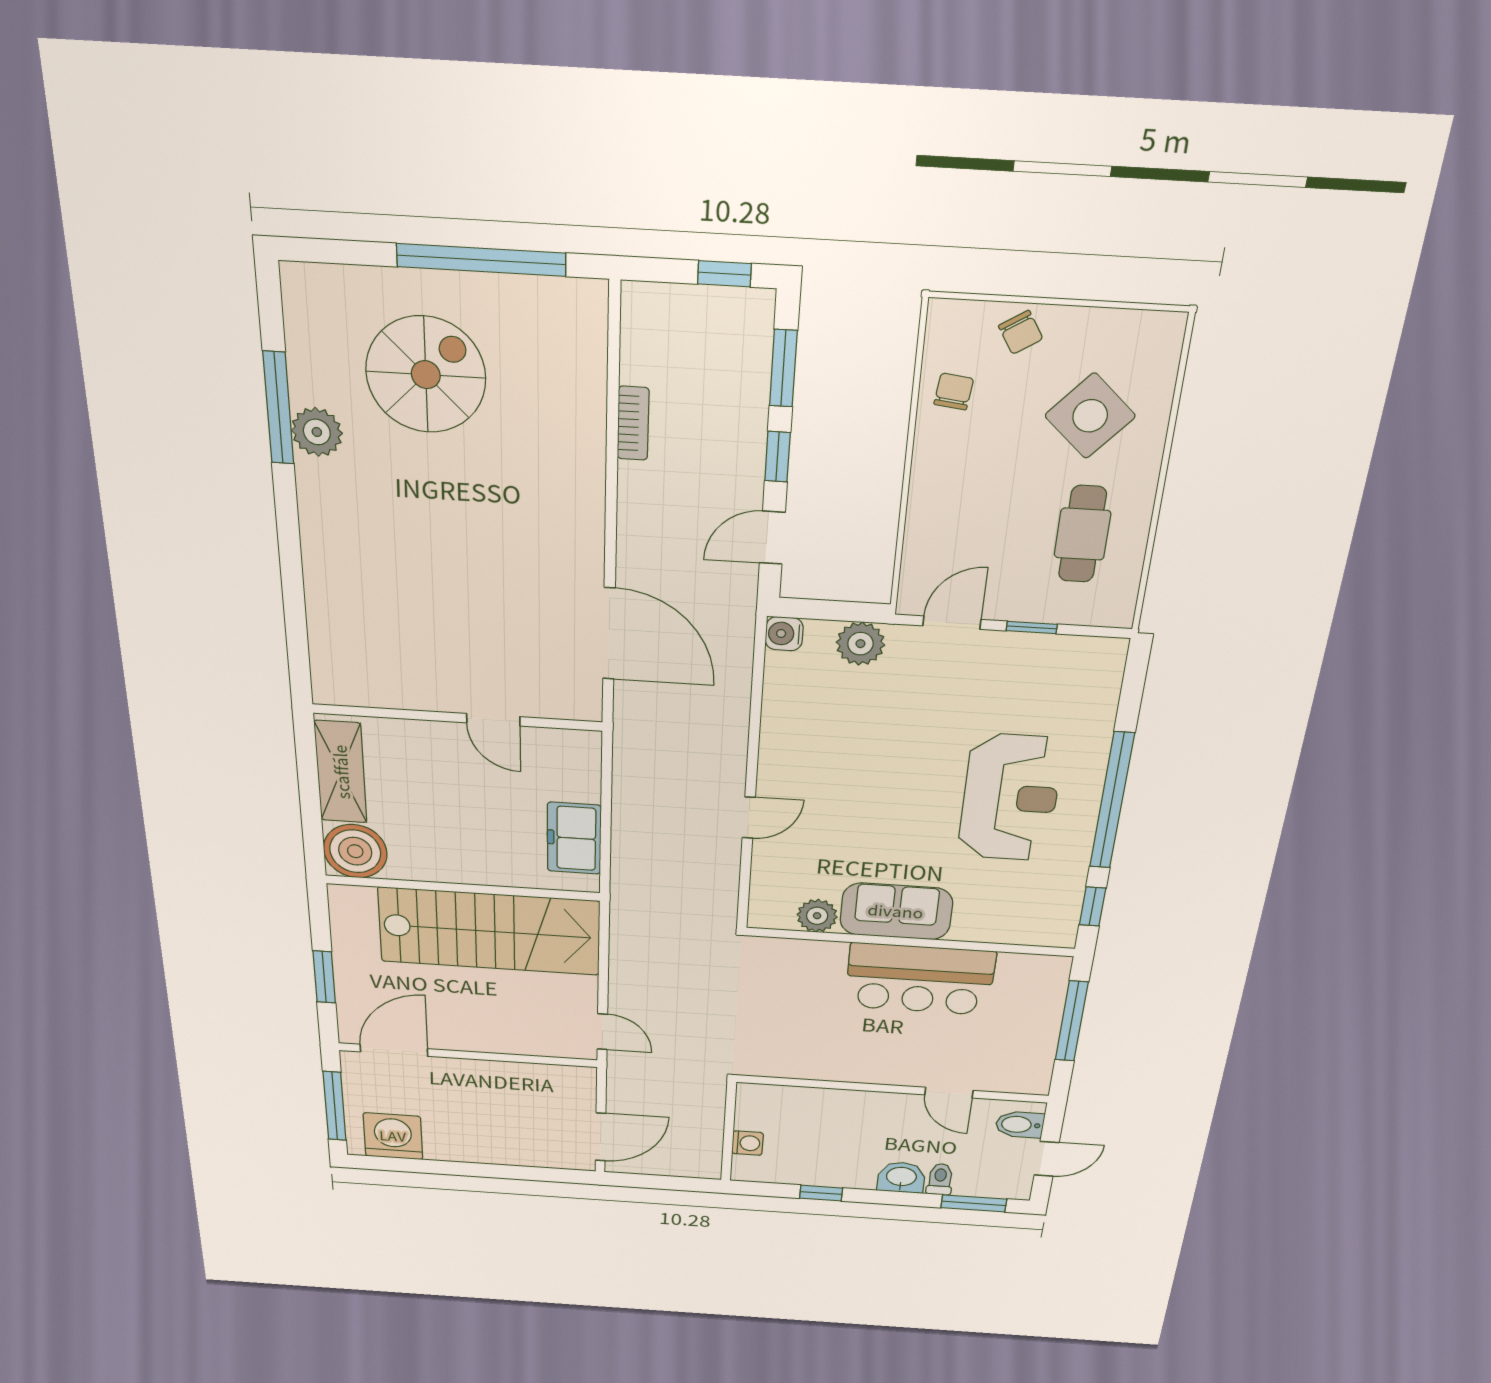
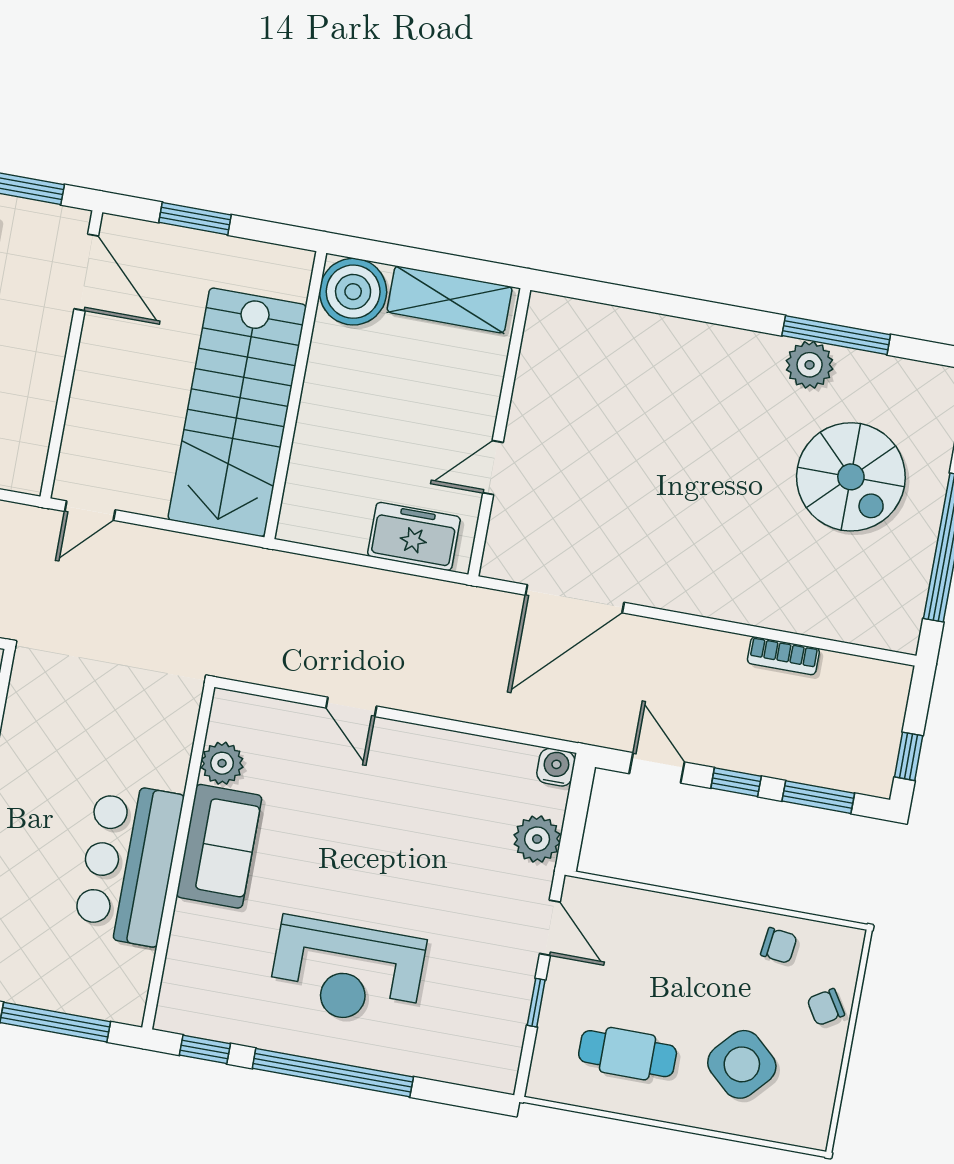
freezer: (574, 838) -> (414, 536), moved

